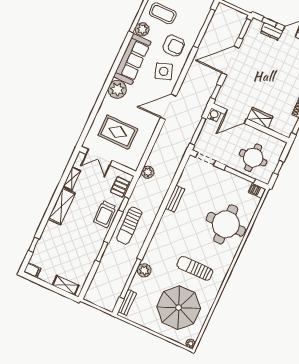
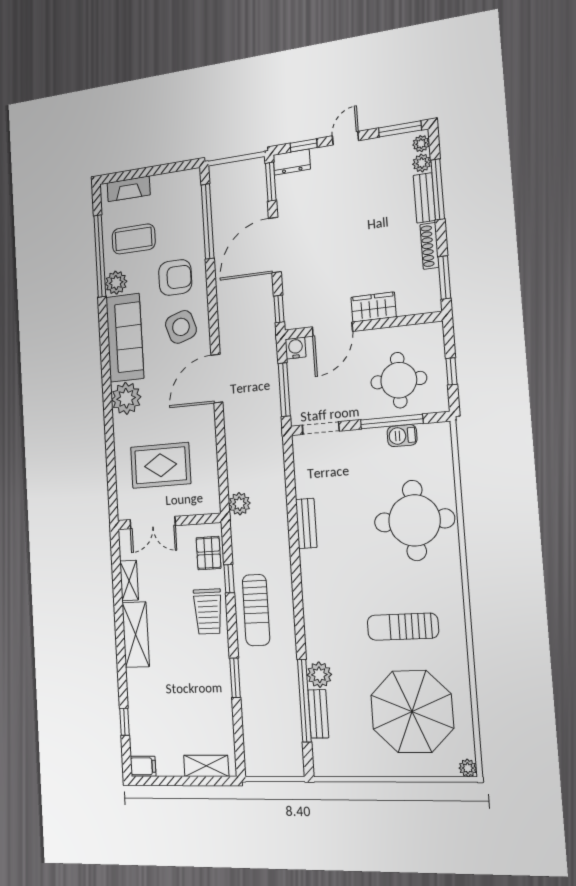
dresser: (271, 32) -> (292, 162), moved
barbecue: (257, 191) -> (402, 436), moved
bench: (127, 302) -> (318, 714), moved

